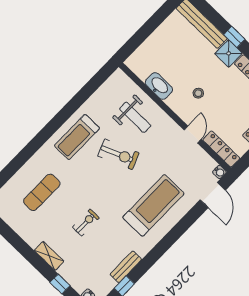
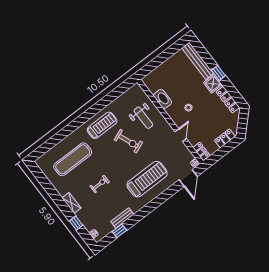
treadmill: (77, 137) -> (102, 125), turned 180
locker: (221, 149) -> (201, 151), width x0.66
exercise mat: (42, 192) -> (73, 159), width x1.36, depth x1.45

